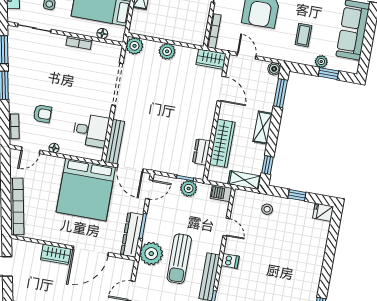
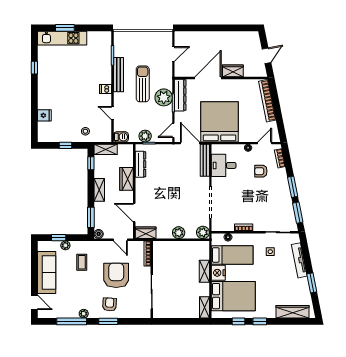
wardrobe: (222, 143) -> (127, 179), width x0.67
dresser: (201, 152) -> (141, 164), width x1.44
fridge: (323, 212) -> (44, 115), moved
plant: (151, 254) -> (164, 97), moved

